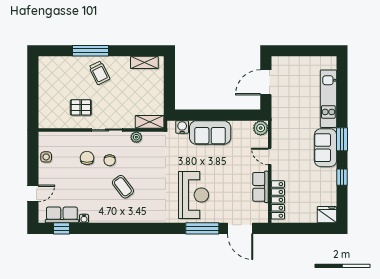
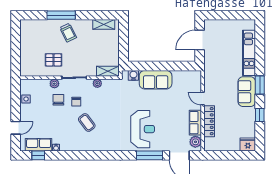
plant: (261, 128) -> (195, 142), moved
plant: (82, 137) -> (54, 84), added
locker: (278, 200) -> (209, 121), moved

